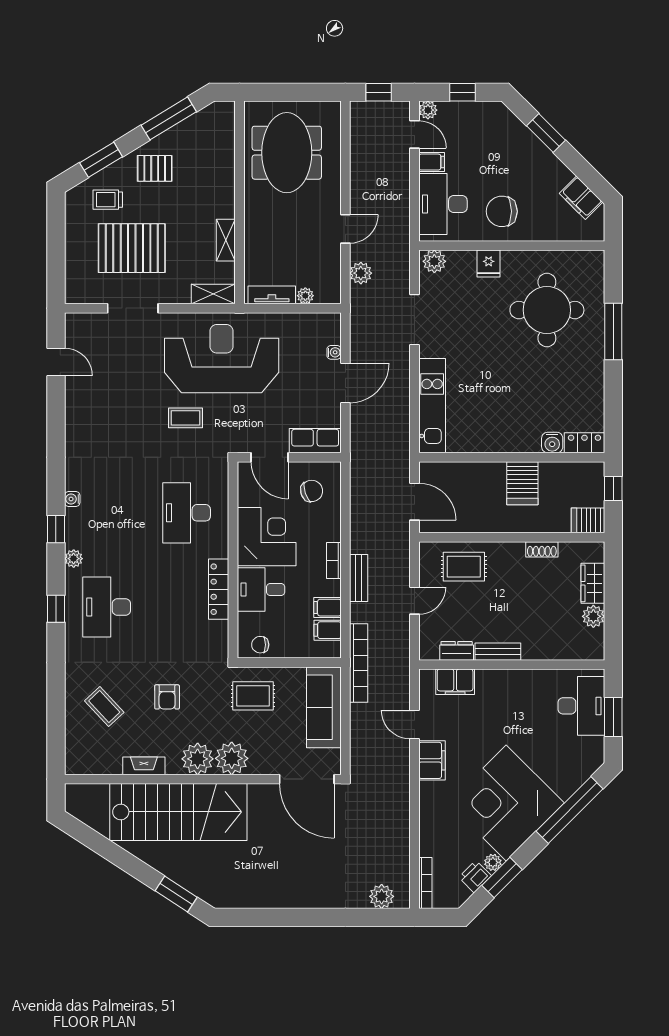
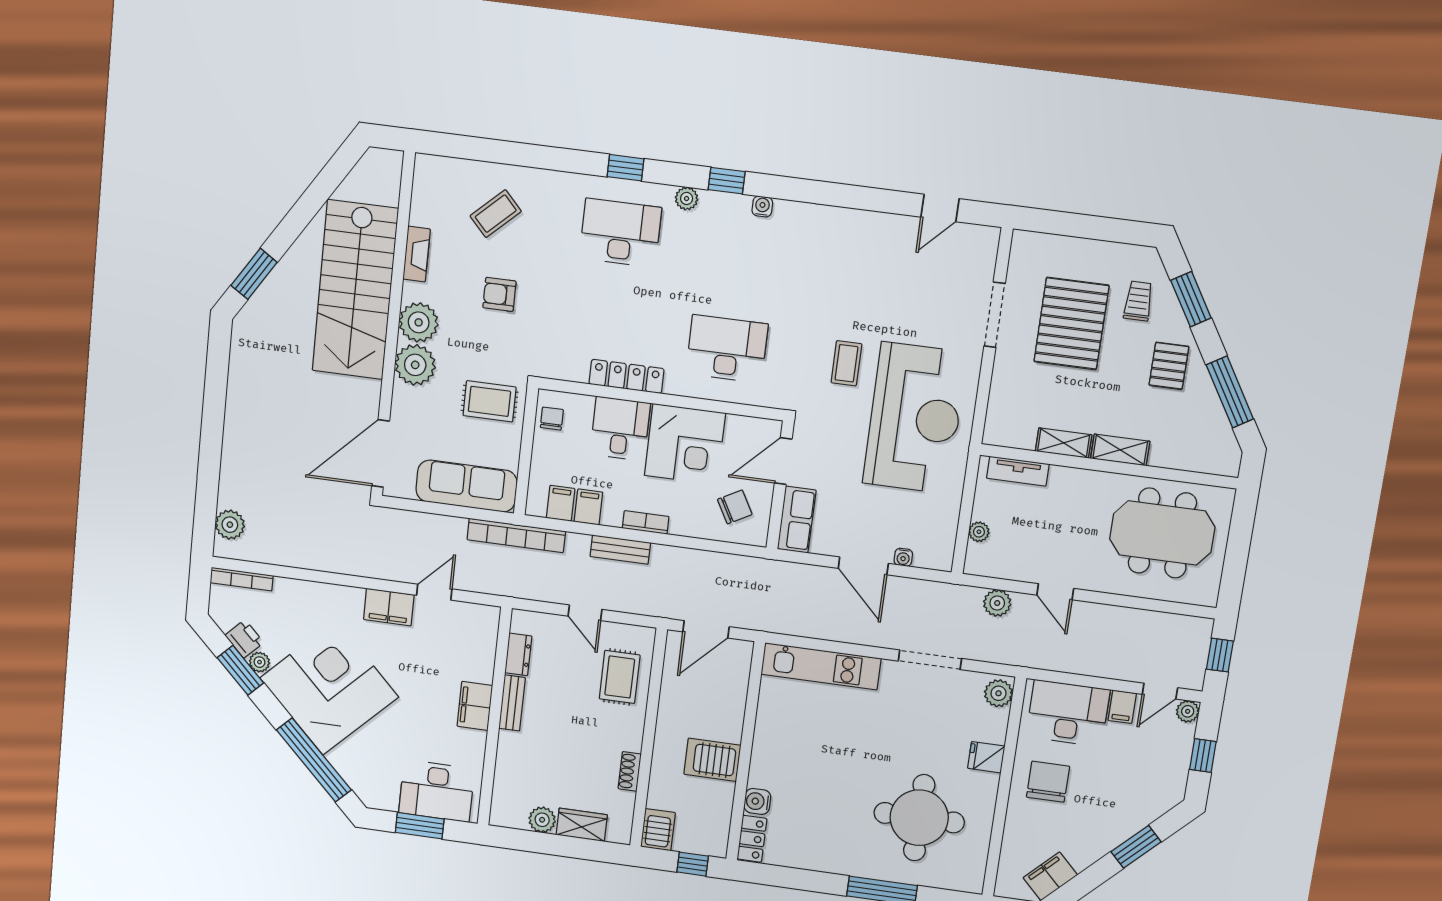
shelving: (213, 294) -> (1120, 450), moved, turned 90
tv unit: (272, 295) -> (1018, 471), moved, turned 90
chair: (312, 491) -> (735, 507), turned -101
filing cabinet: (455, 682) -> (475, 706), moved
rug: (253, 696) -> (489, 401), turned 90

